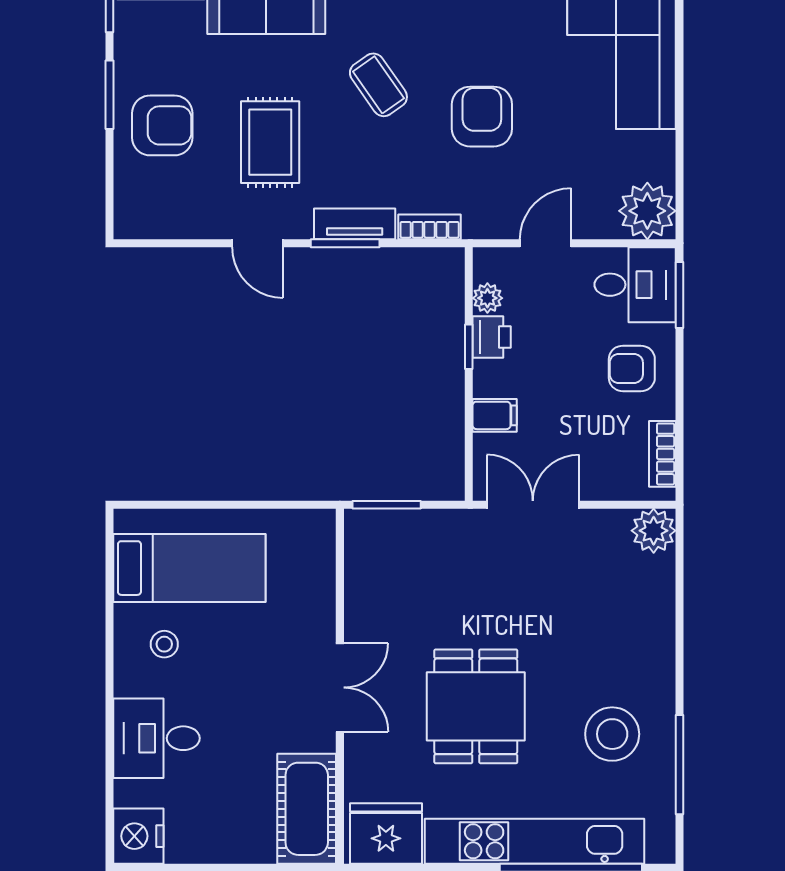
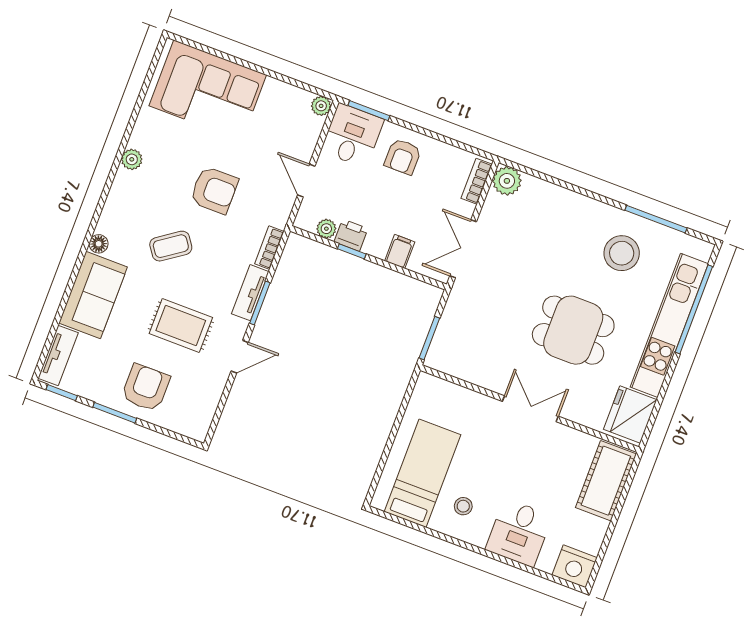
armchair: (482, 117) -> (214, 190), turned 180
plant: (647, 211) -> (321, 106), width x0.53, depth x0.53
bookcase: (662, 454) -> (477, 181), moved, turned 90
cot: (307, 809) -> (606, 481), moved, turned 90

